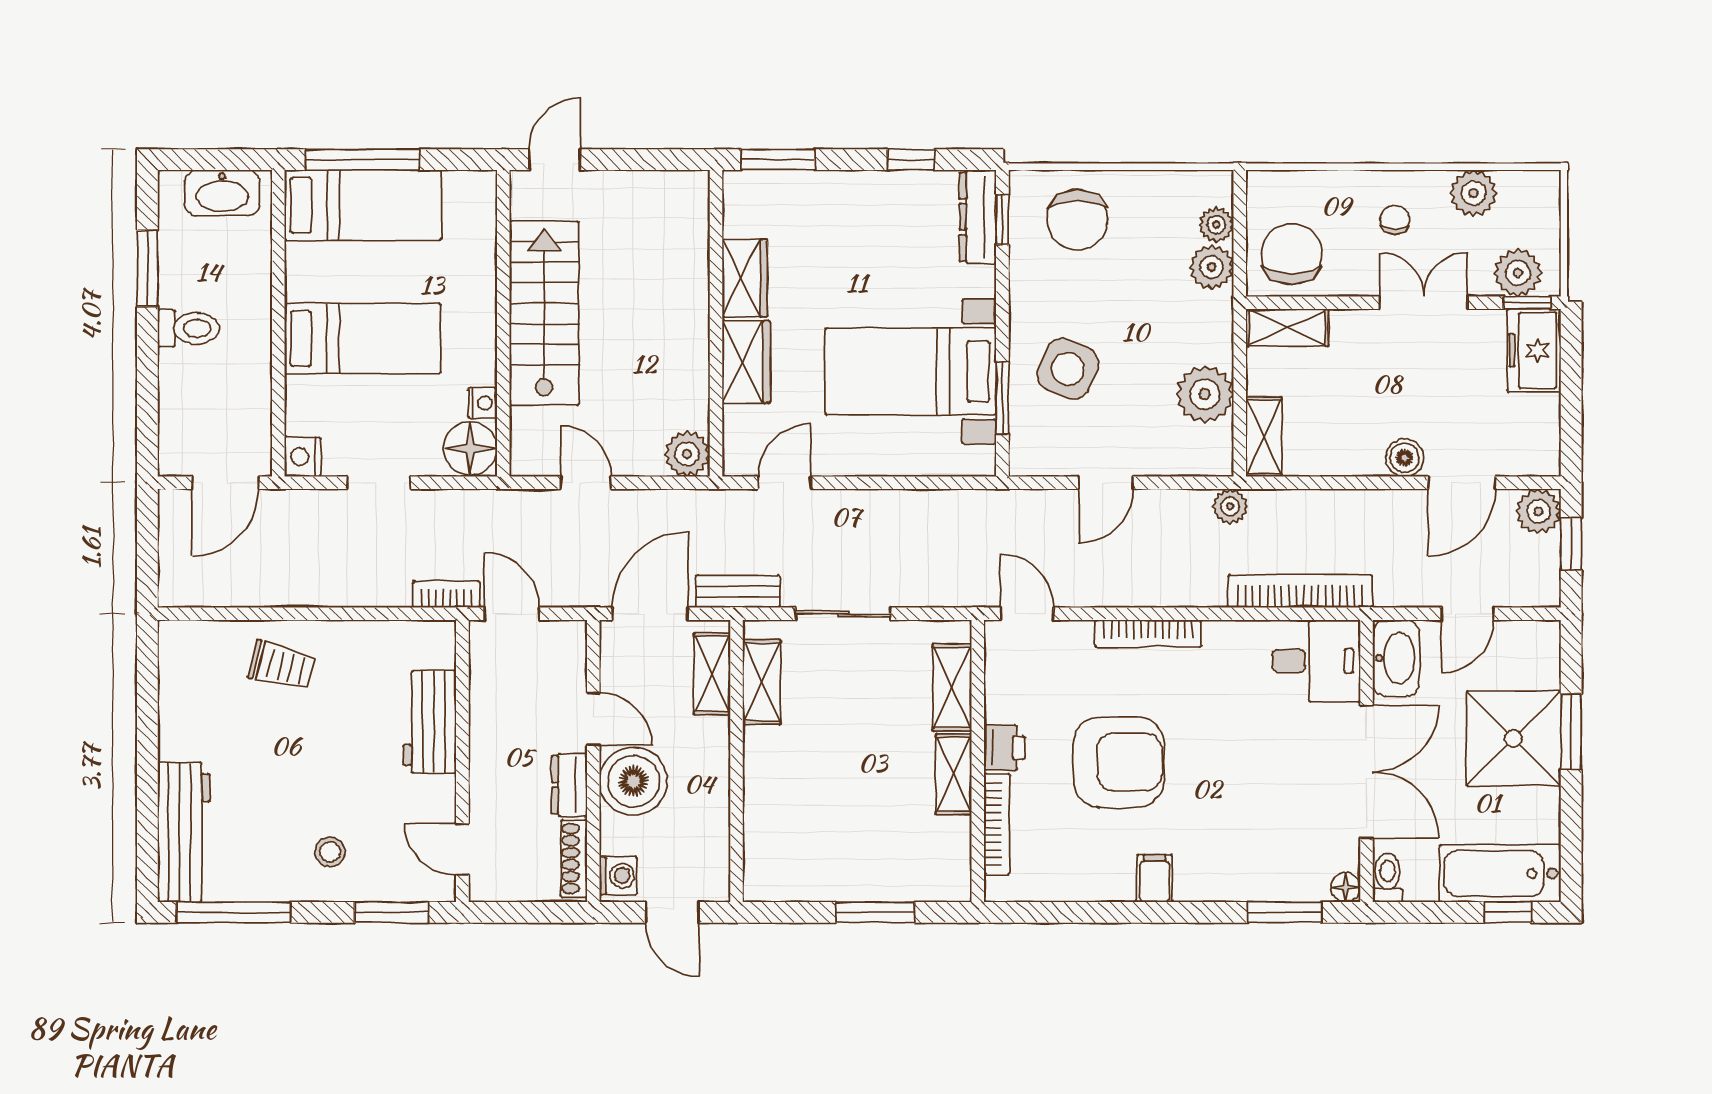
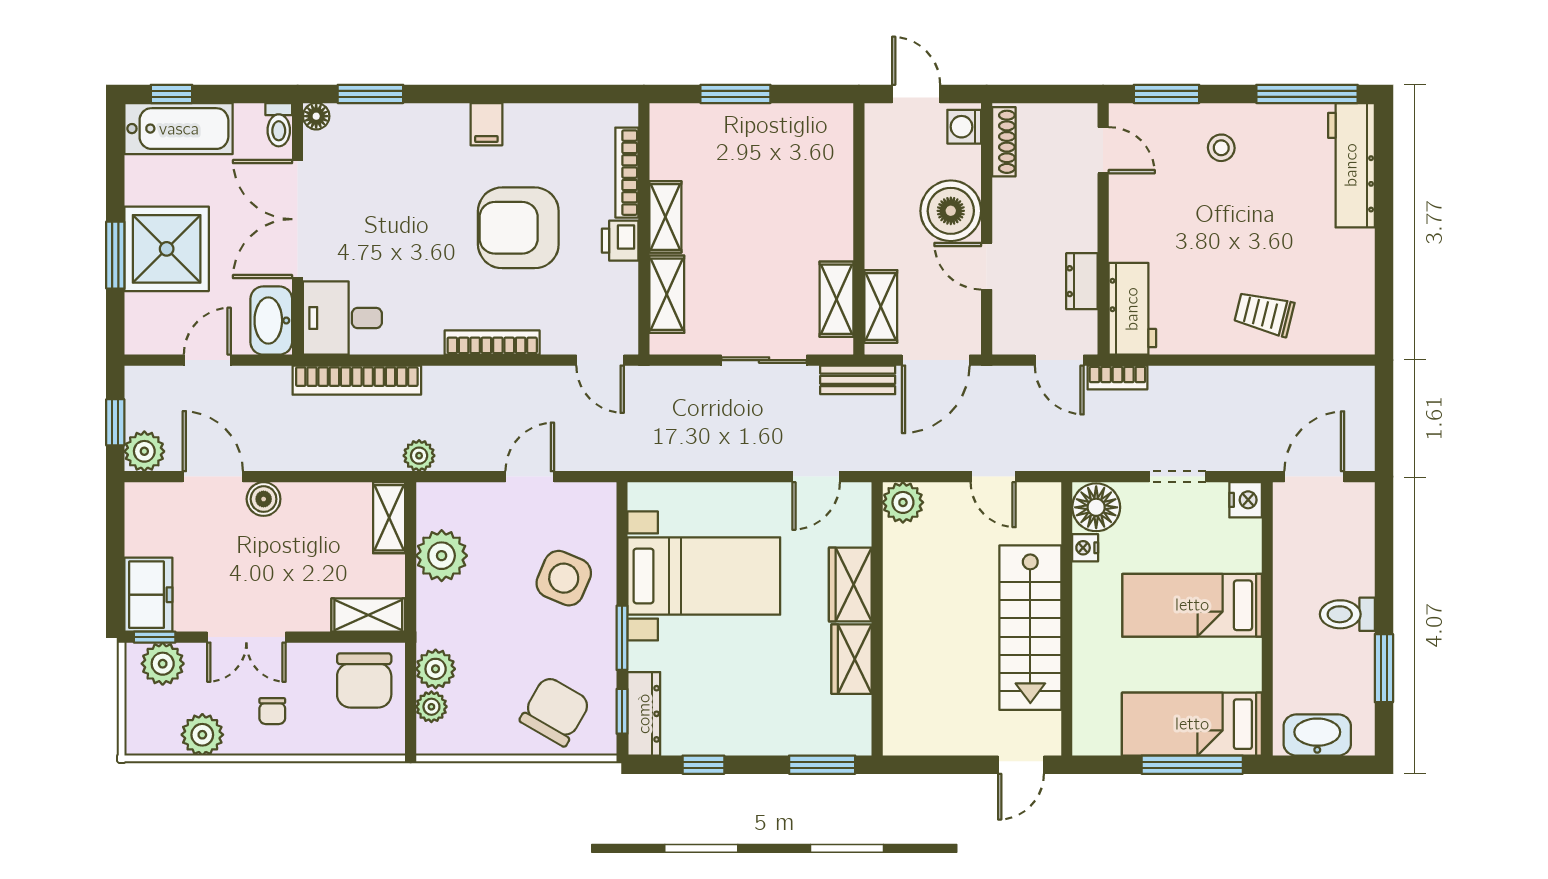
chair: (1077, 220) -> (555, 711), turned 30
window: (1002, 398) -> (622, 638), moved
door: (1462, 483) -> (213, 477), hinge flipped
workbench: (430, 722) -> (1132, 309), moved
dresser: (569, 785) -> (1082, 281), moved, turned 180

